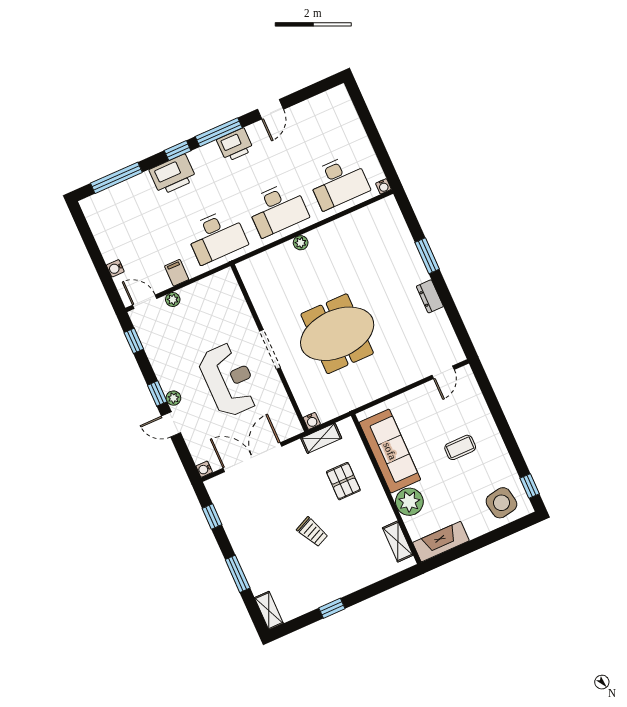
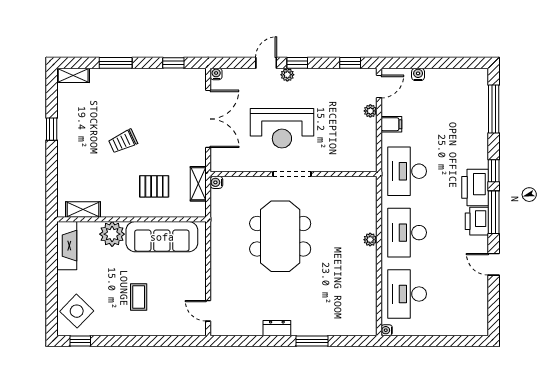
printer: (173, 175) -> (475, 187), moved
side table: (501, 503) -> (77, 311), turned -36

